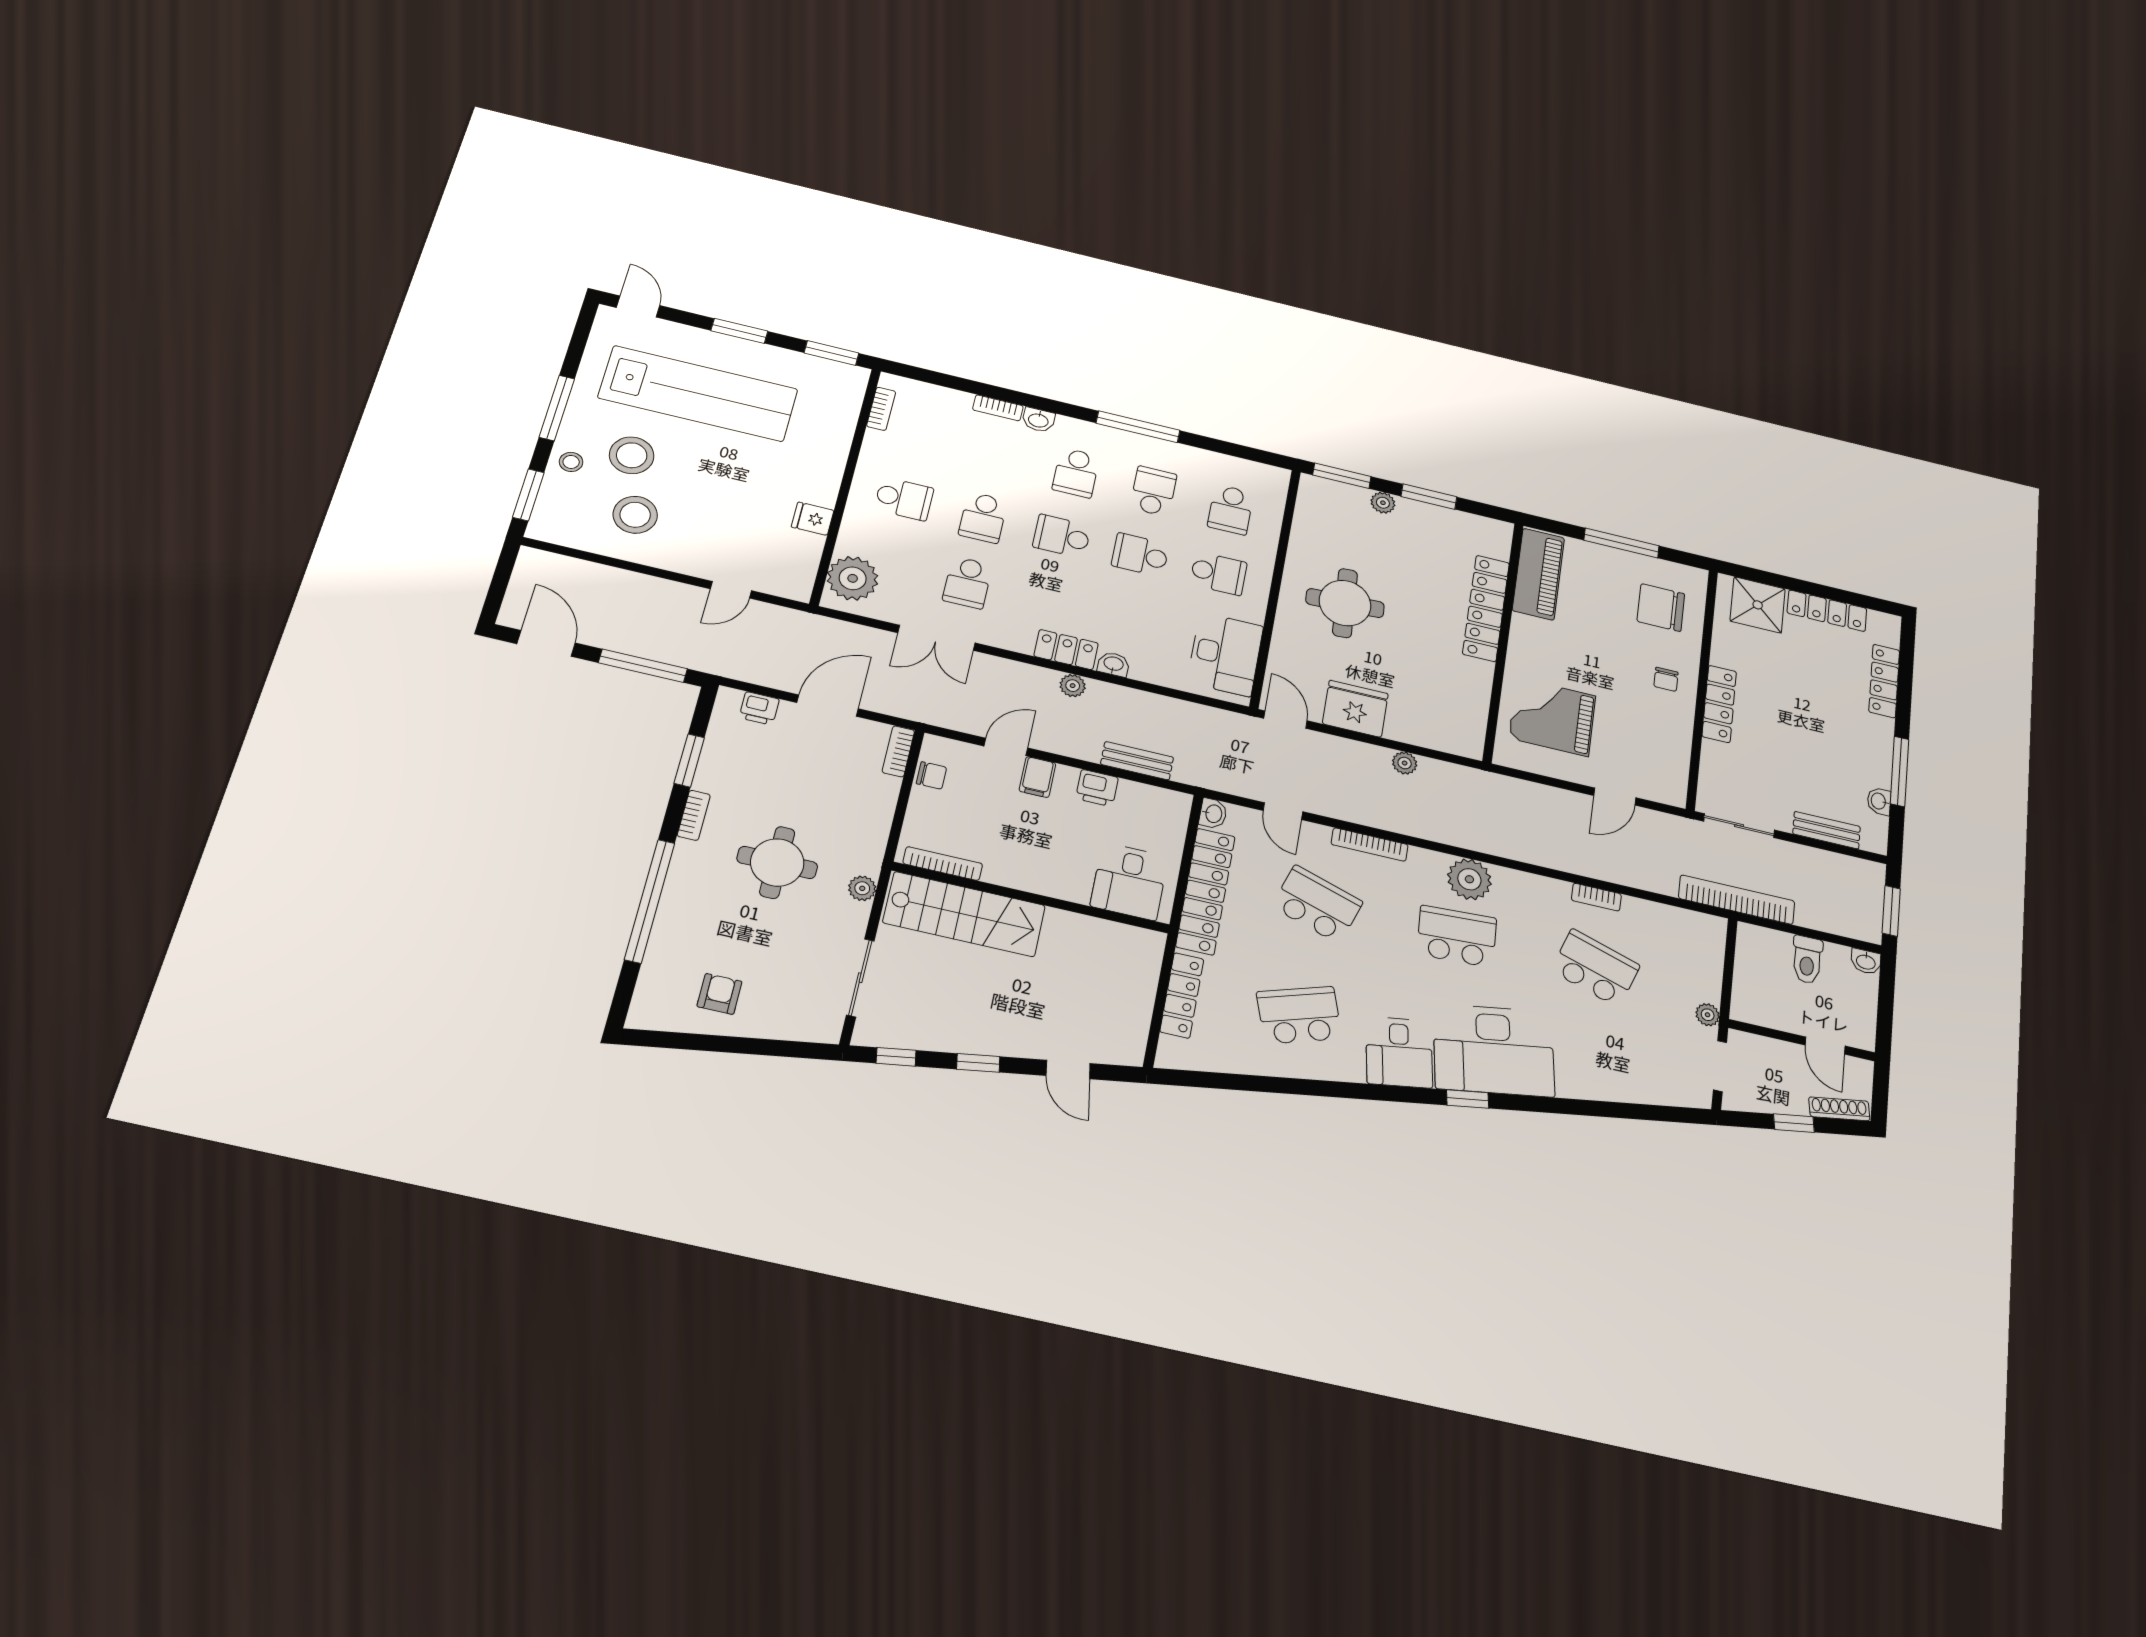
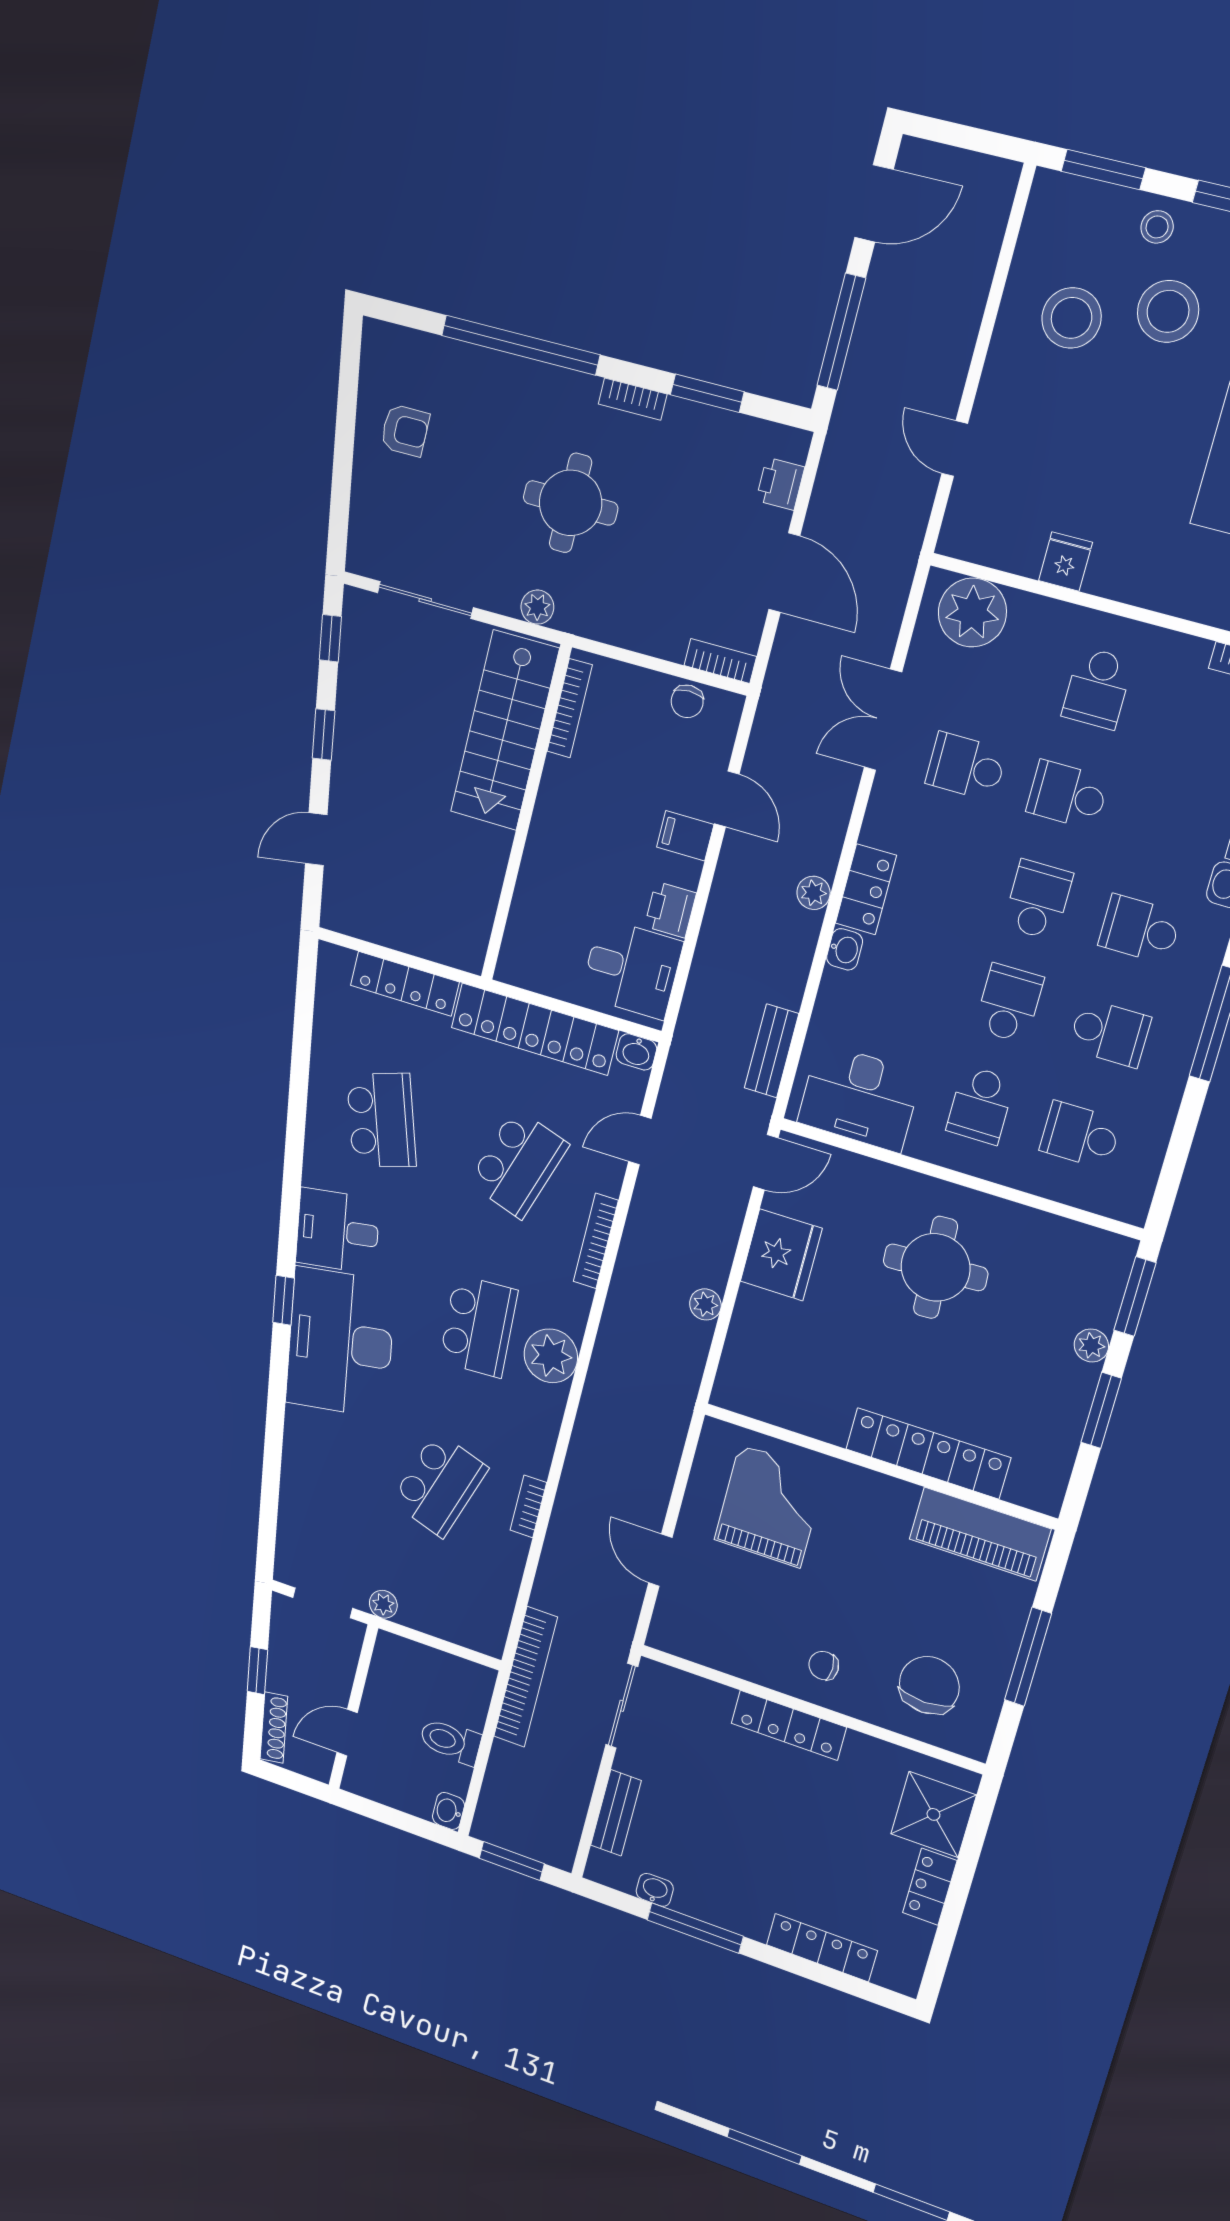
locker: (1827, 611) -> (930, 1887), width x0.66
bench: (1137, 761) -> (772, 1051), moved
desk: (1129, 881) -> (632, 969), moved, turned 180

